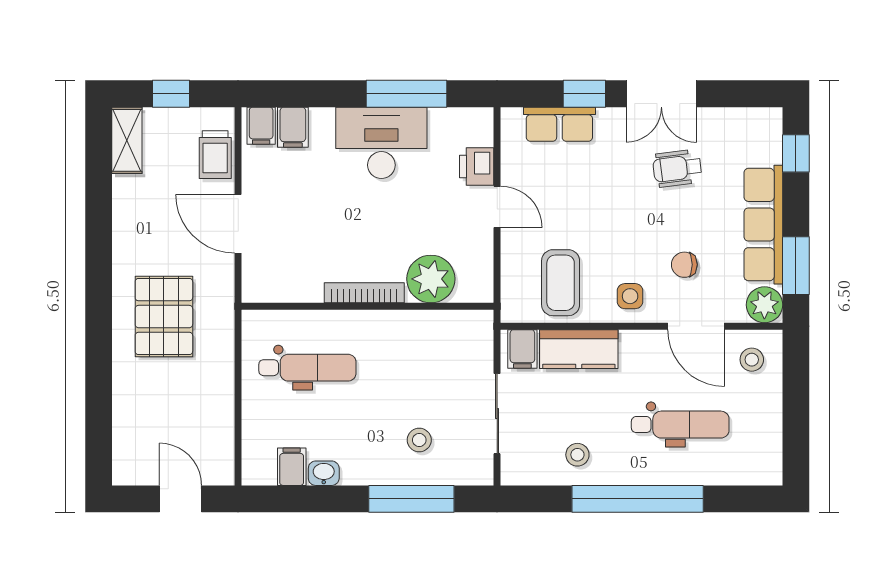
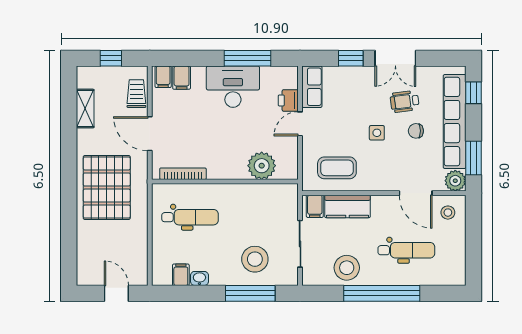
row of seats: (559, 124) -> (312, 87), moved, turned -90
shelving: (127, 140) -> (85, 109), moved
trolley: (215, 155) -> (136, 94), turned 180
door: (497, 207) -> (300, 124), swing flipped
row of seats: (763, 225) -> (455, 122), width x1.36
chair: (684, 265) -> (416, 131), moved
coffee table: (561, 283) -> (337, 168), turned 90
bookcase: (364, 293) -> (183, 174), moved
side table: (630, 296) -> (377, 133), moved
pallet: (164, 317) -> (107, 188), width x1.37, depth x1.41
stool: (419, 440) -> (255, 259), width x1.89, depth x1.89
stool: (577, 455) -> (347, 268), width x1.89, depth x1.89

